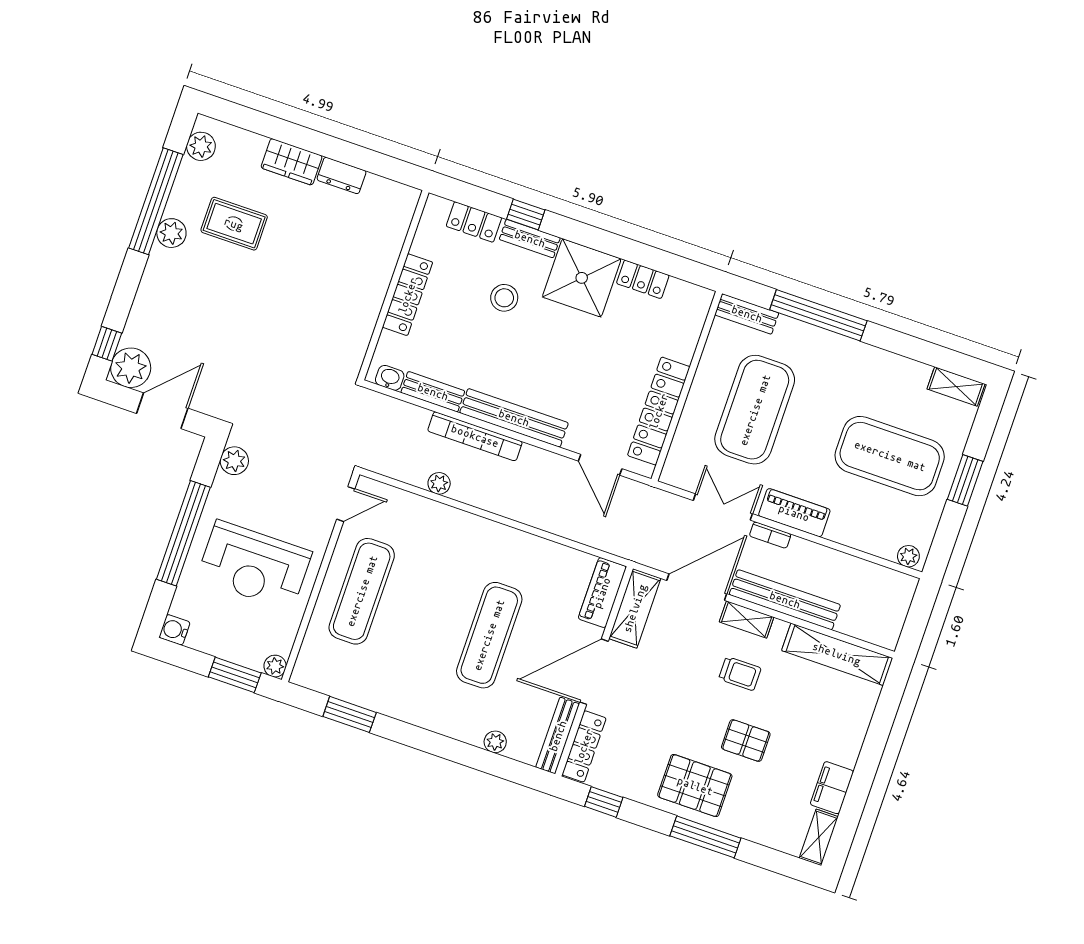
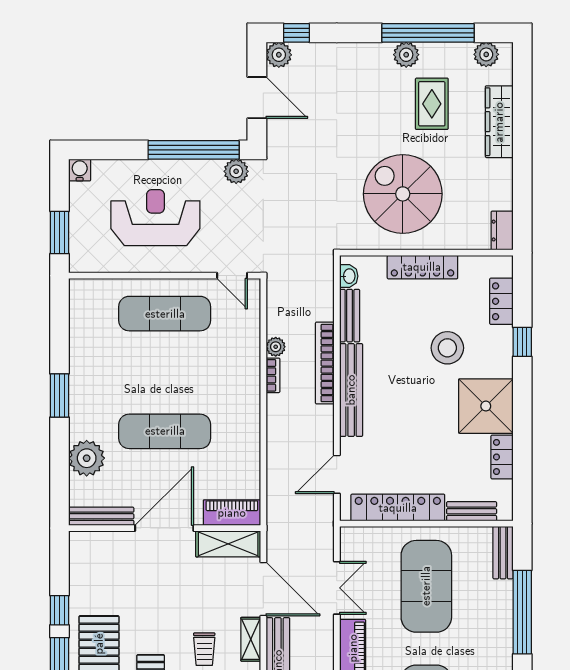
wardrobe: (292, 162) -> (499, 122), width x1.50
dresser: (342, 175) -> (502, 231), moved
bench: (530, 239) -> (472, 511), moved, turned 90
spiral stairs: (321, 289) -> (403, 194), added
stool: (504, 298) -> (447, 348), width x1.38, depth x1.38
plant: (131, 368) -> (279, 55), width x0.73, depth x0.73
exercise mat: (755, 410) -> (426, 586), turned 90
window: (183, 533) -> (194, 150), moved
bookcase: (770, 535) -> (273, 375), moved, turned 180
reception desk: (254, 565) -> (155, 218), turned 90
plant: (275, 666) -> (78, 263), removed
door: (594, 672) -> (164, 528), hinge flipped
window: (350, 714) -> (60, 396), moved
plant: (495, 742) -> (87, 458), width x1.87, depth x1.87
locker: (584, 746) -> (100, 541), removed
window: (604, 802) -> (60, 610), moved

